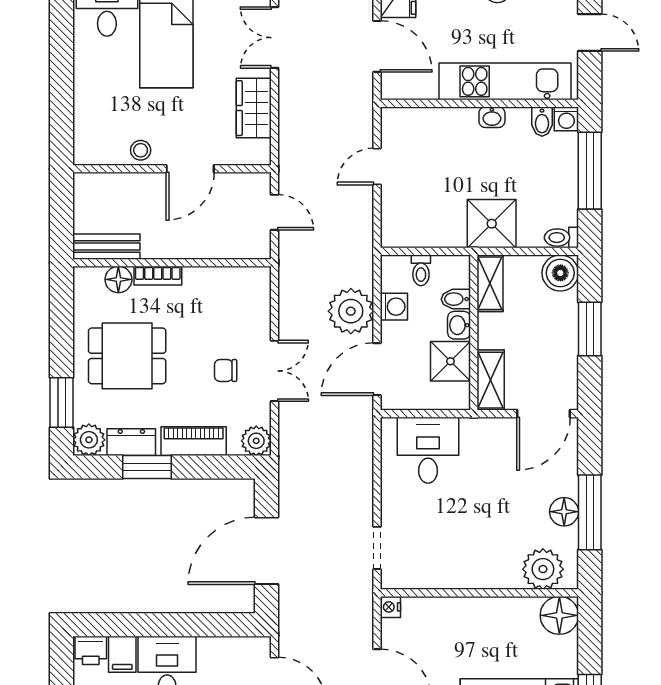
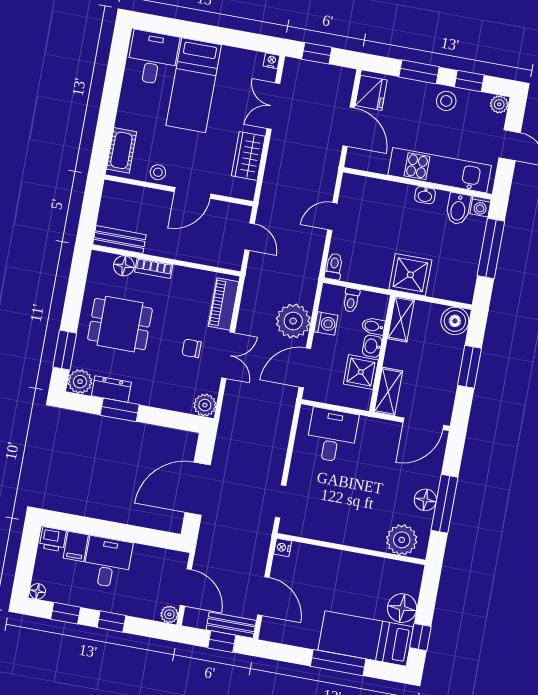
bidet: (542, 122) -> (458, 209), width x1.38, depth x1.36
cot: (88, 131) -> (121, 150), added
toilet: (561, 238) -> (334, 267), moved, turned 90
piano: (194, 441) -> (223, 304), moved, turned -90
floor lamp: (559, 615) -> (402, 608), moved

